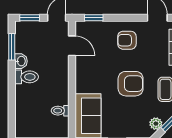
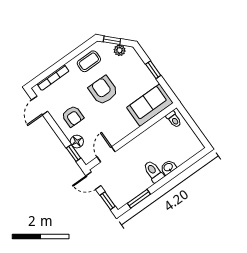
floor lamp: (102, 28) -> (77, 142), added
washbasin: (21, 61) -> (168, 167), moved
toilet: (60, 111) -> (174, 119), moved

